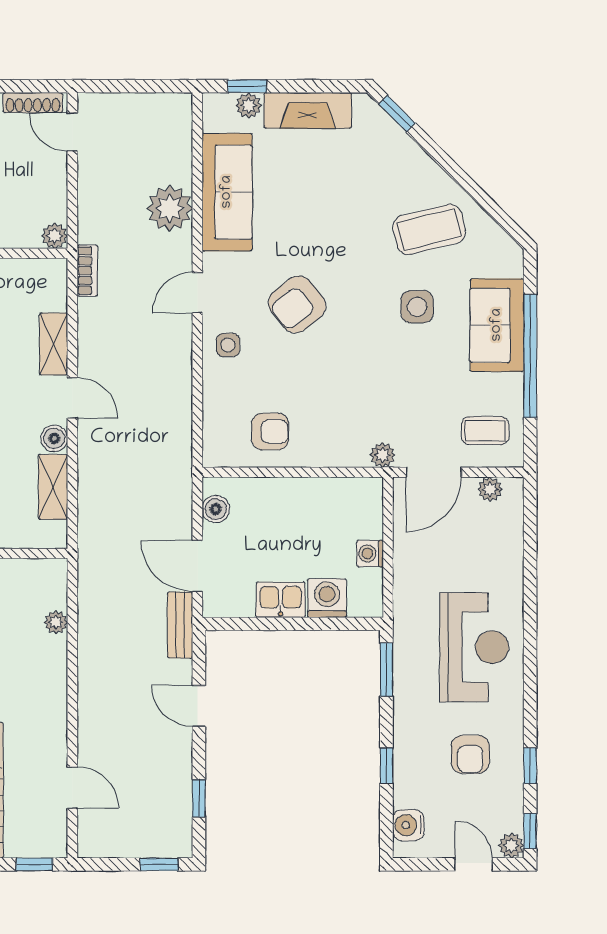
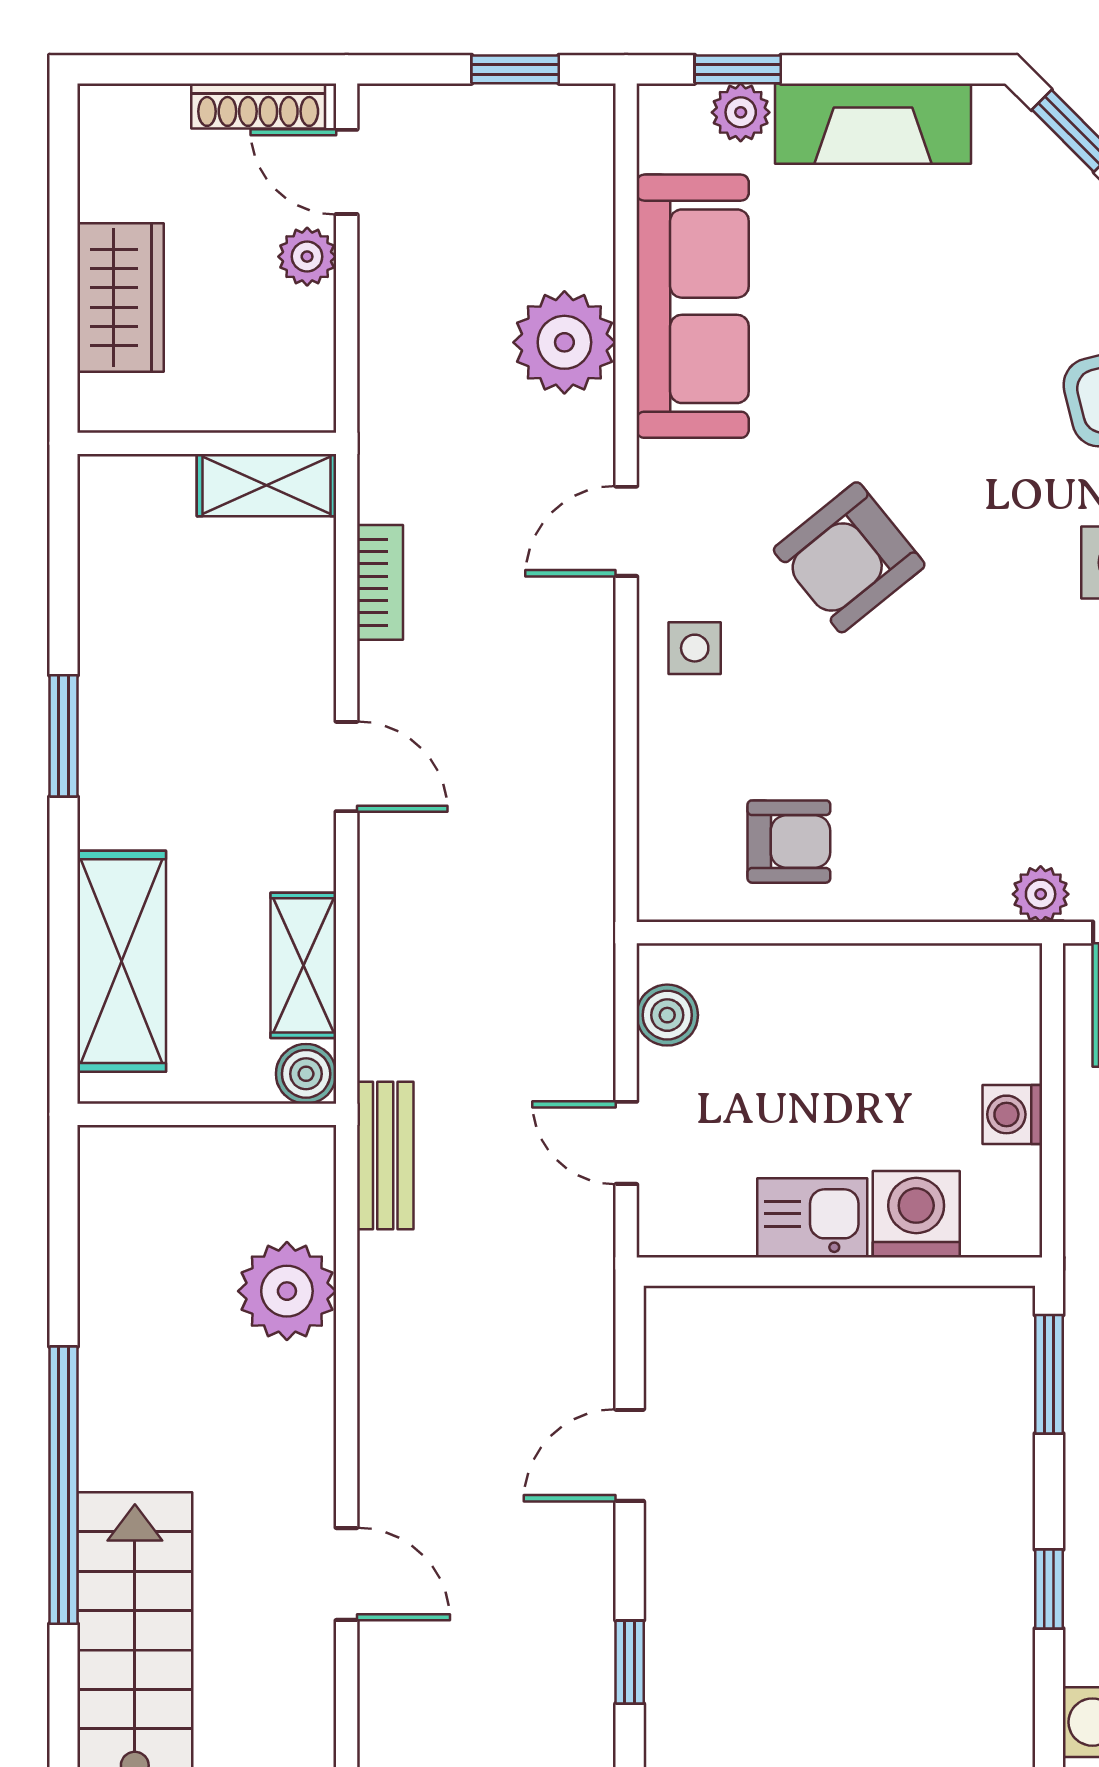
window: (148, 86) -> (515, 69), added
plant: (55, 236) -> (307, 257), moved
bookcase: (87, 271) -> (380, 582), moved
shelving: (54, 344) -> (266, 485), moved, turned 90
boiler: (54, 438) -> (306, 1074), moved
door: (197, 566) -> (626, 1143), width x0.73
plant: (56, 622) -> (287, 1291), width x1.88, depth x1.88
bench: (180, 625) -> (385, 1156), moved
door: (199, 706) -> (630, 1455), hinge flipped
door: (72, 788) -> (347, 1574), moved

